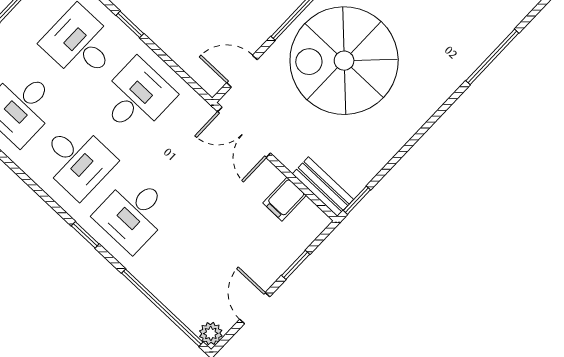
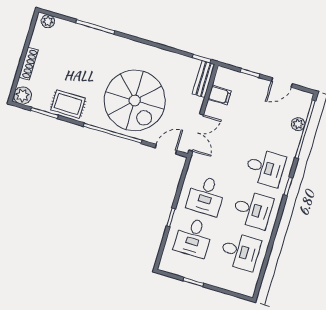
door: (242, 71) -> (166, 149), swing flipped
desk: (136, 97) -> (206, 196), turned -90
desk: (77, 160) -> (253, 210), turned 90
plant: (211, 333) -> (298, 124), moved

